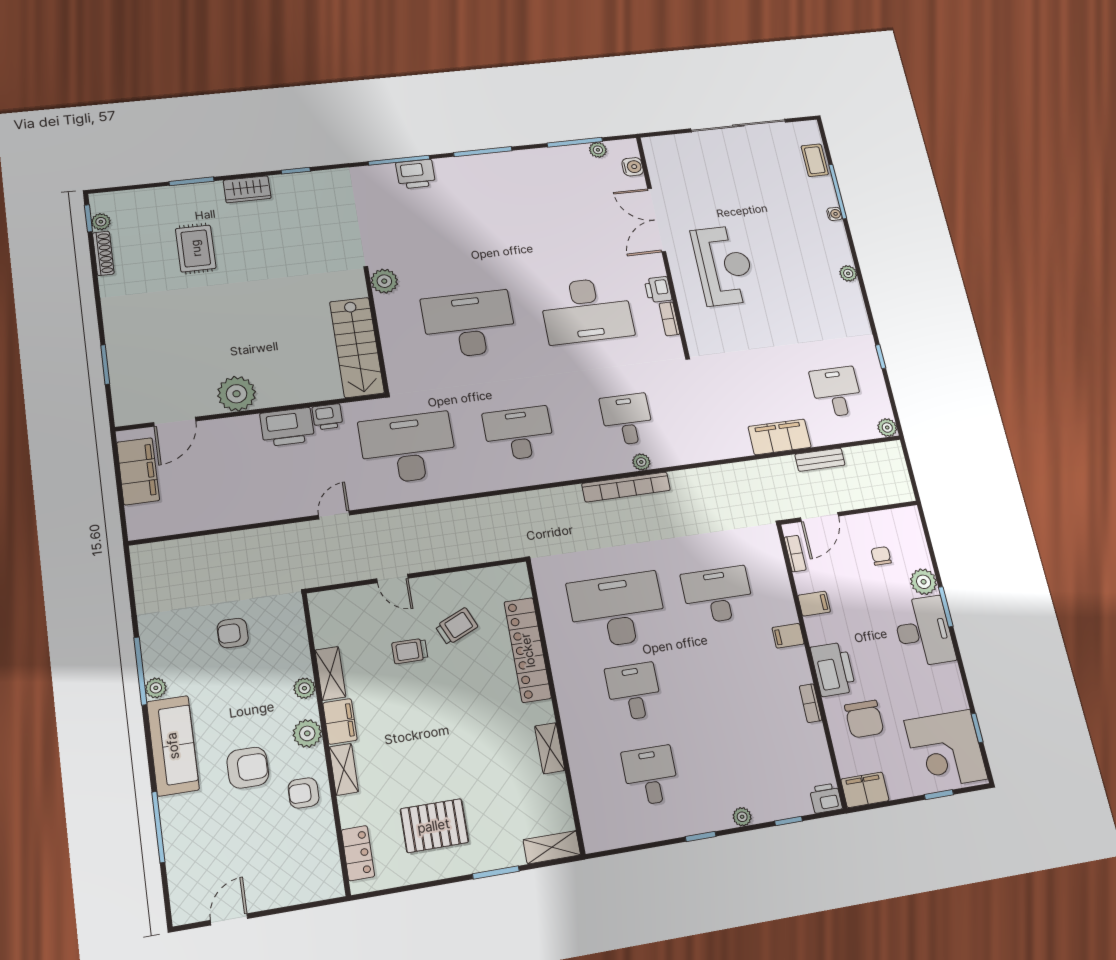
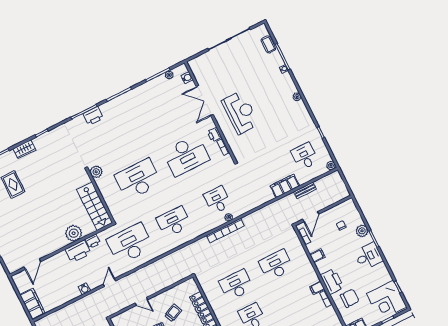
plant: (237, 394) -> (74, 233), moved
filing cabinet: (138, 471) -> (33, 304), moved
water cooler: (273, 511) -> (84, 289), added
desk: (617, 610) -> (236, 285), width x0.73, depth x0.77
desk: (924, 631) -> (368, 256), width x0.73
filing cabinet: (788, 636) -> (317, 288), moved
chair: (864, 719) -> (350, 298), turned -90

